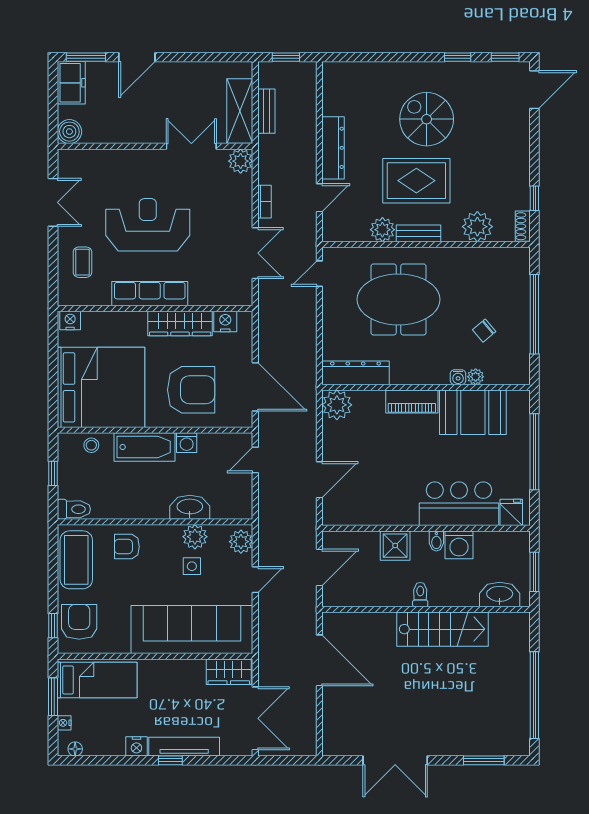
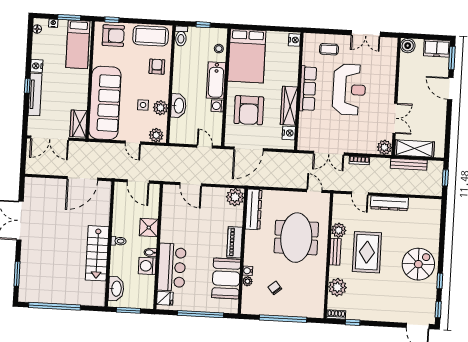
bench: (266, 111) -> (409, 164), width x1.36
spiral stairs: (427, 119) -> (418, 264), moved
bed: (101, 387) -> (247, 56), width x0.73

